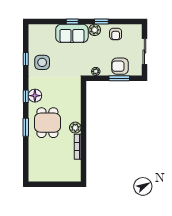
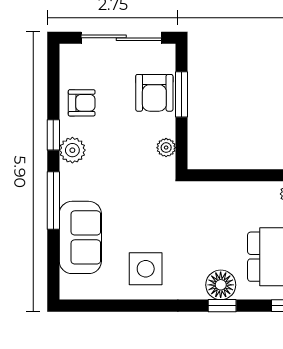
window: (72, 22) -> (53, 200), width x2.17
sofa: (72, 33) -> (80, 237), moved
sliding door: (144, 52) -> (121, 38), width x1.37
window: (26, 59) -> (138, 306), removed

